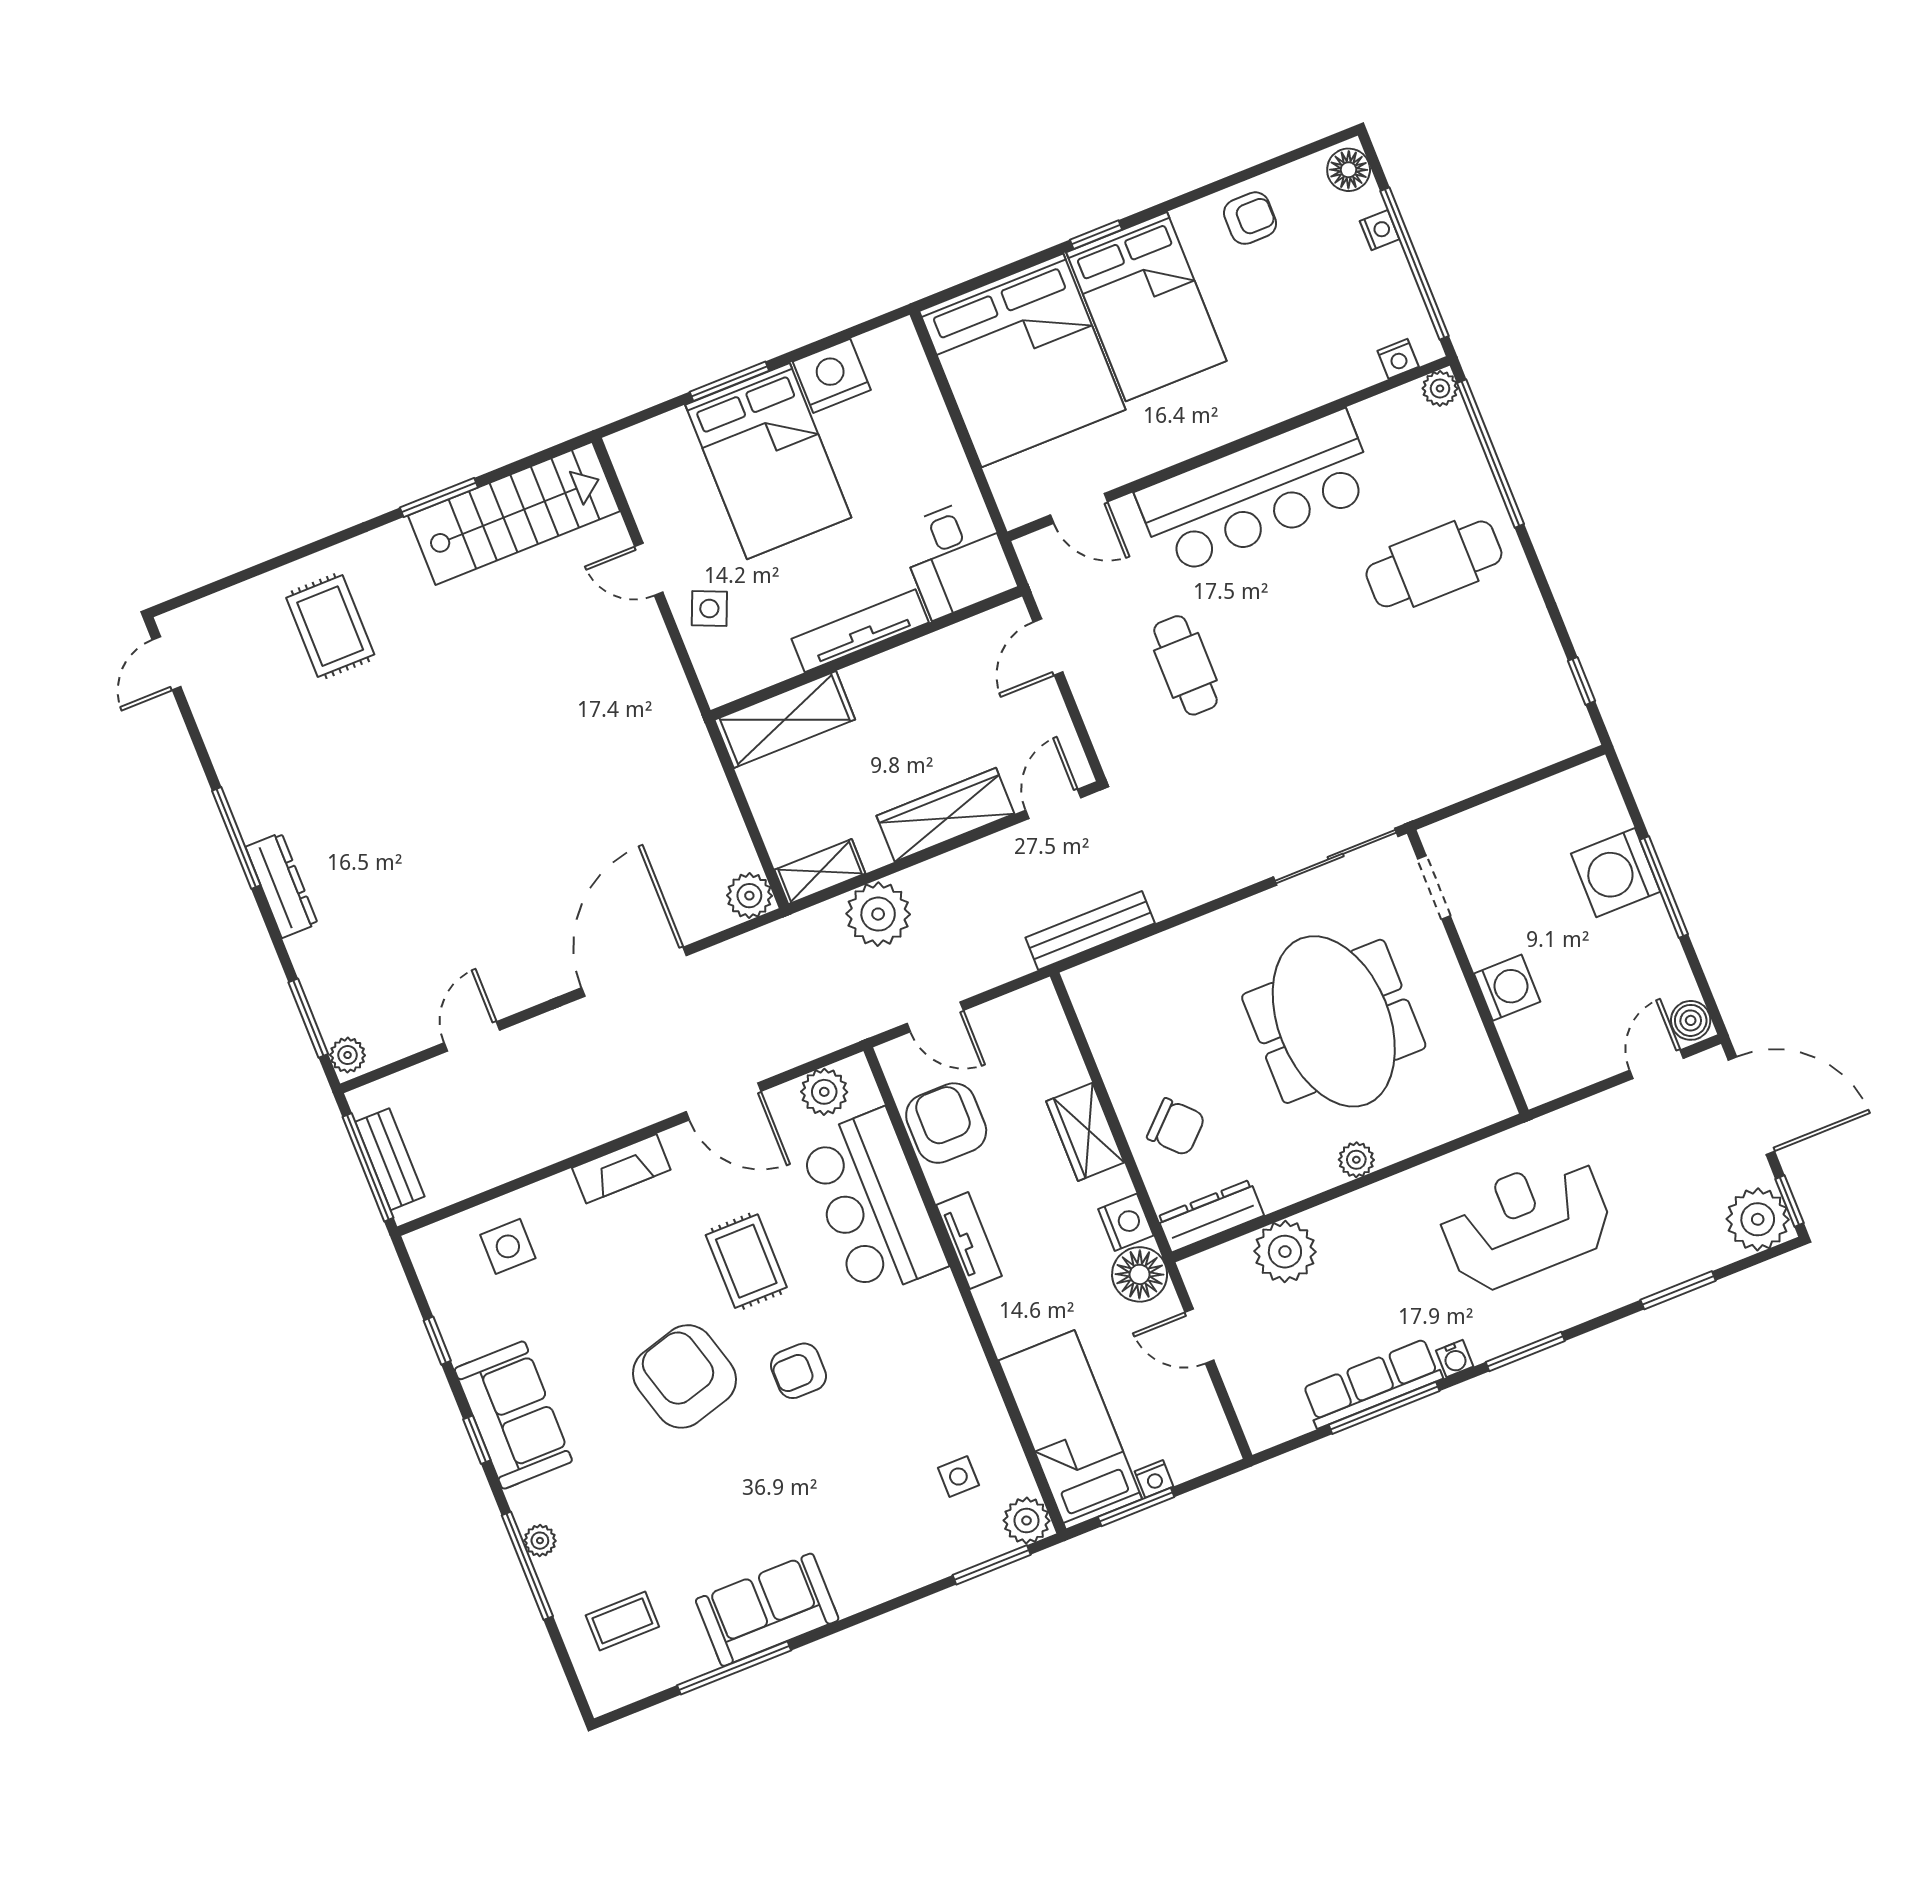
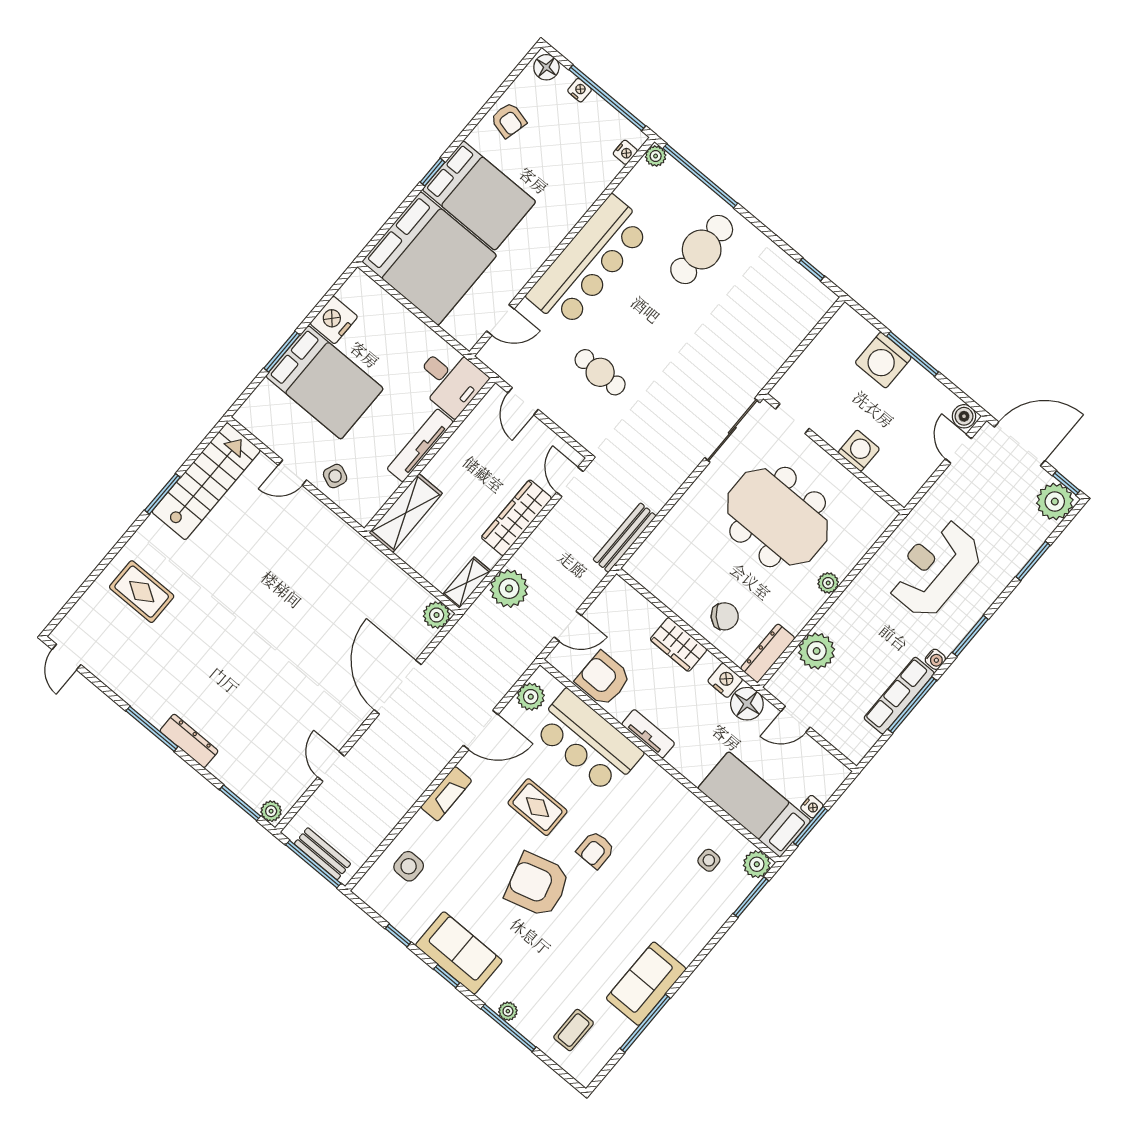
armchair: (1250, 218) -> (508, 120), turned 104

